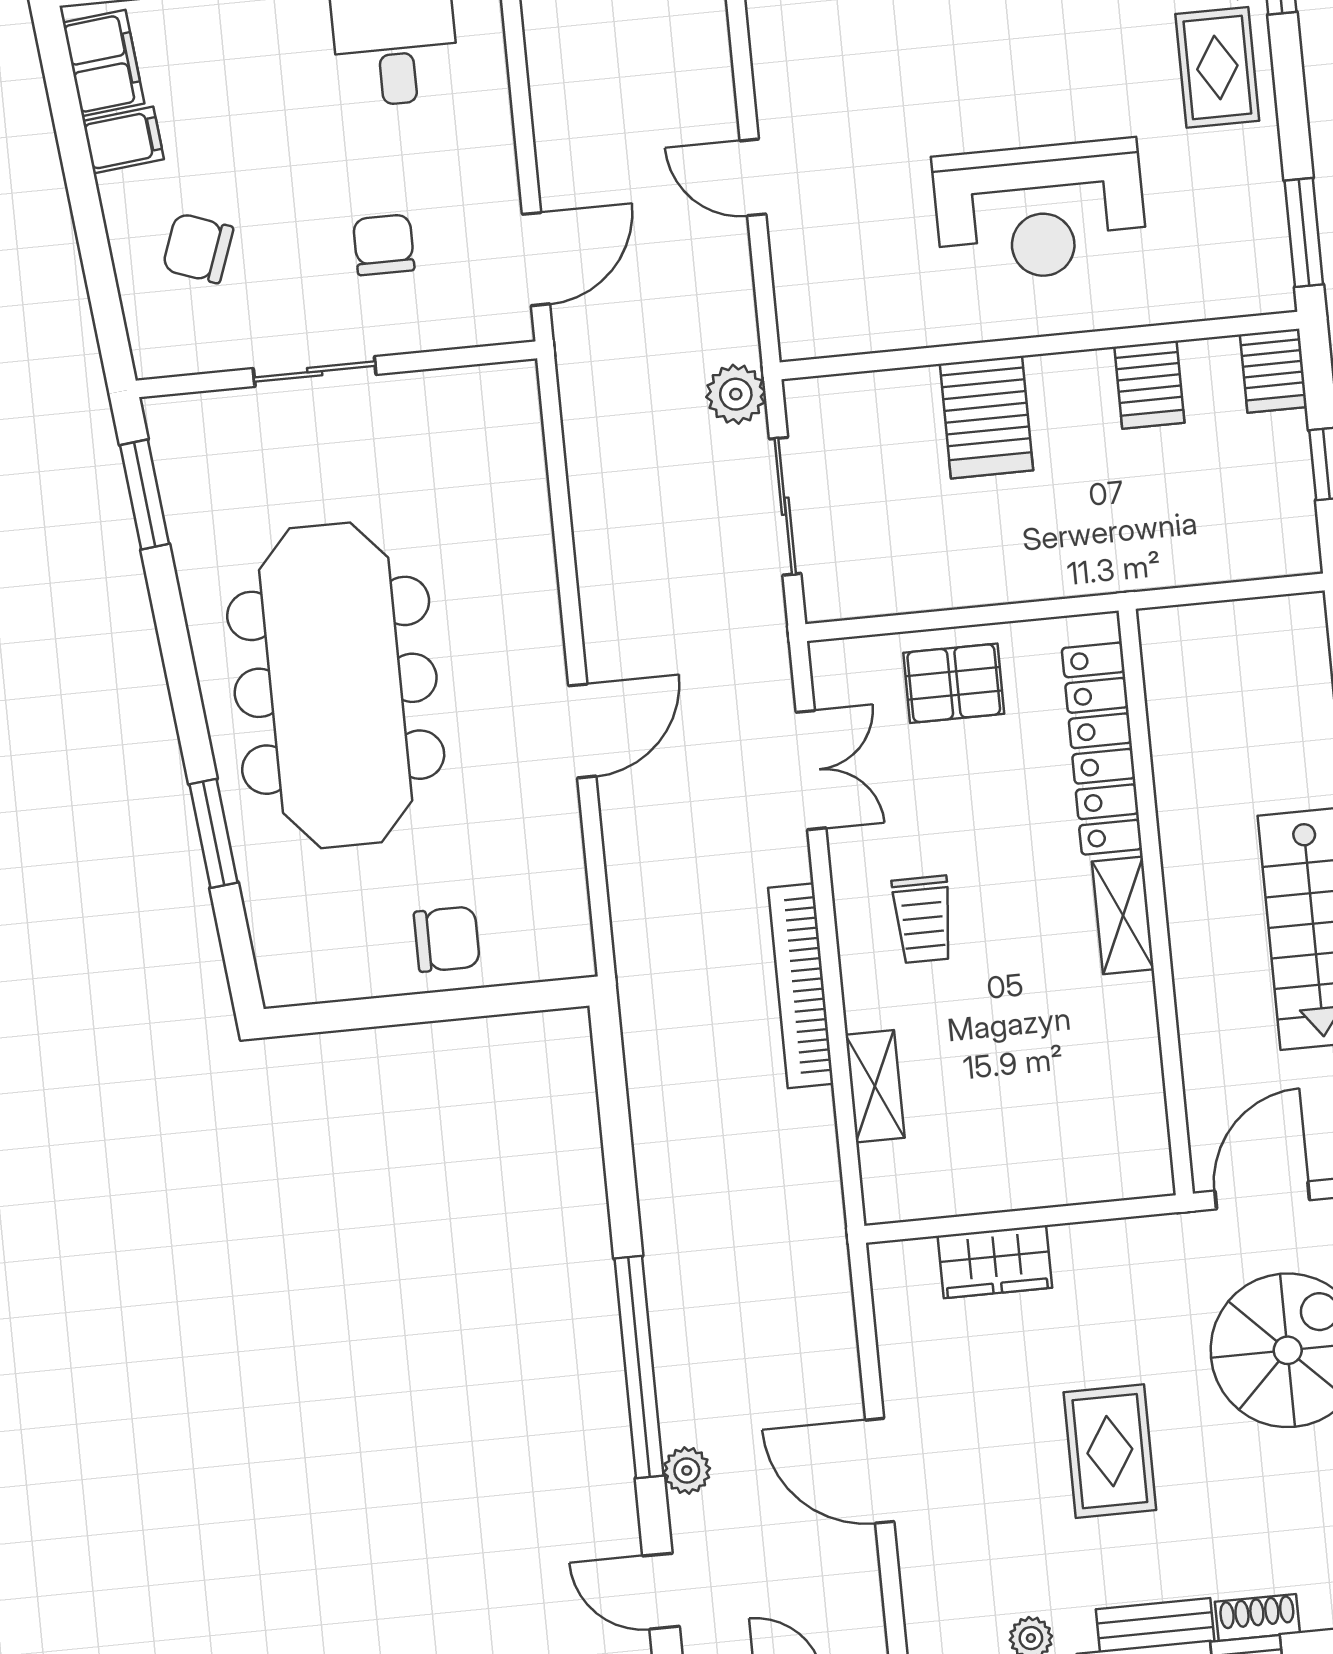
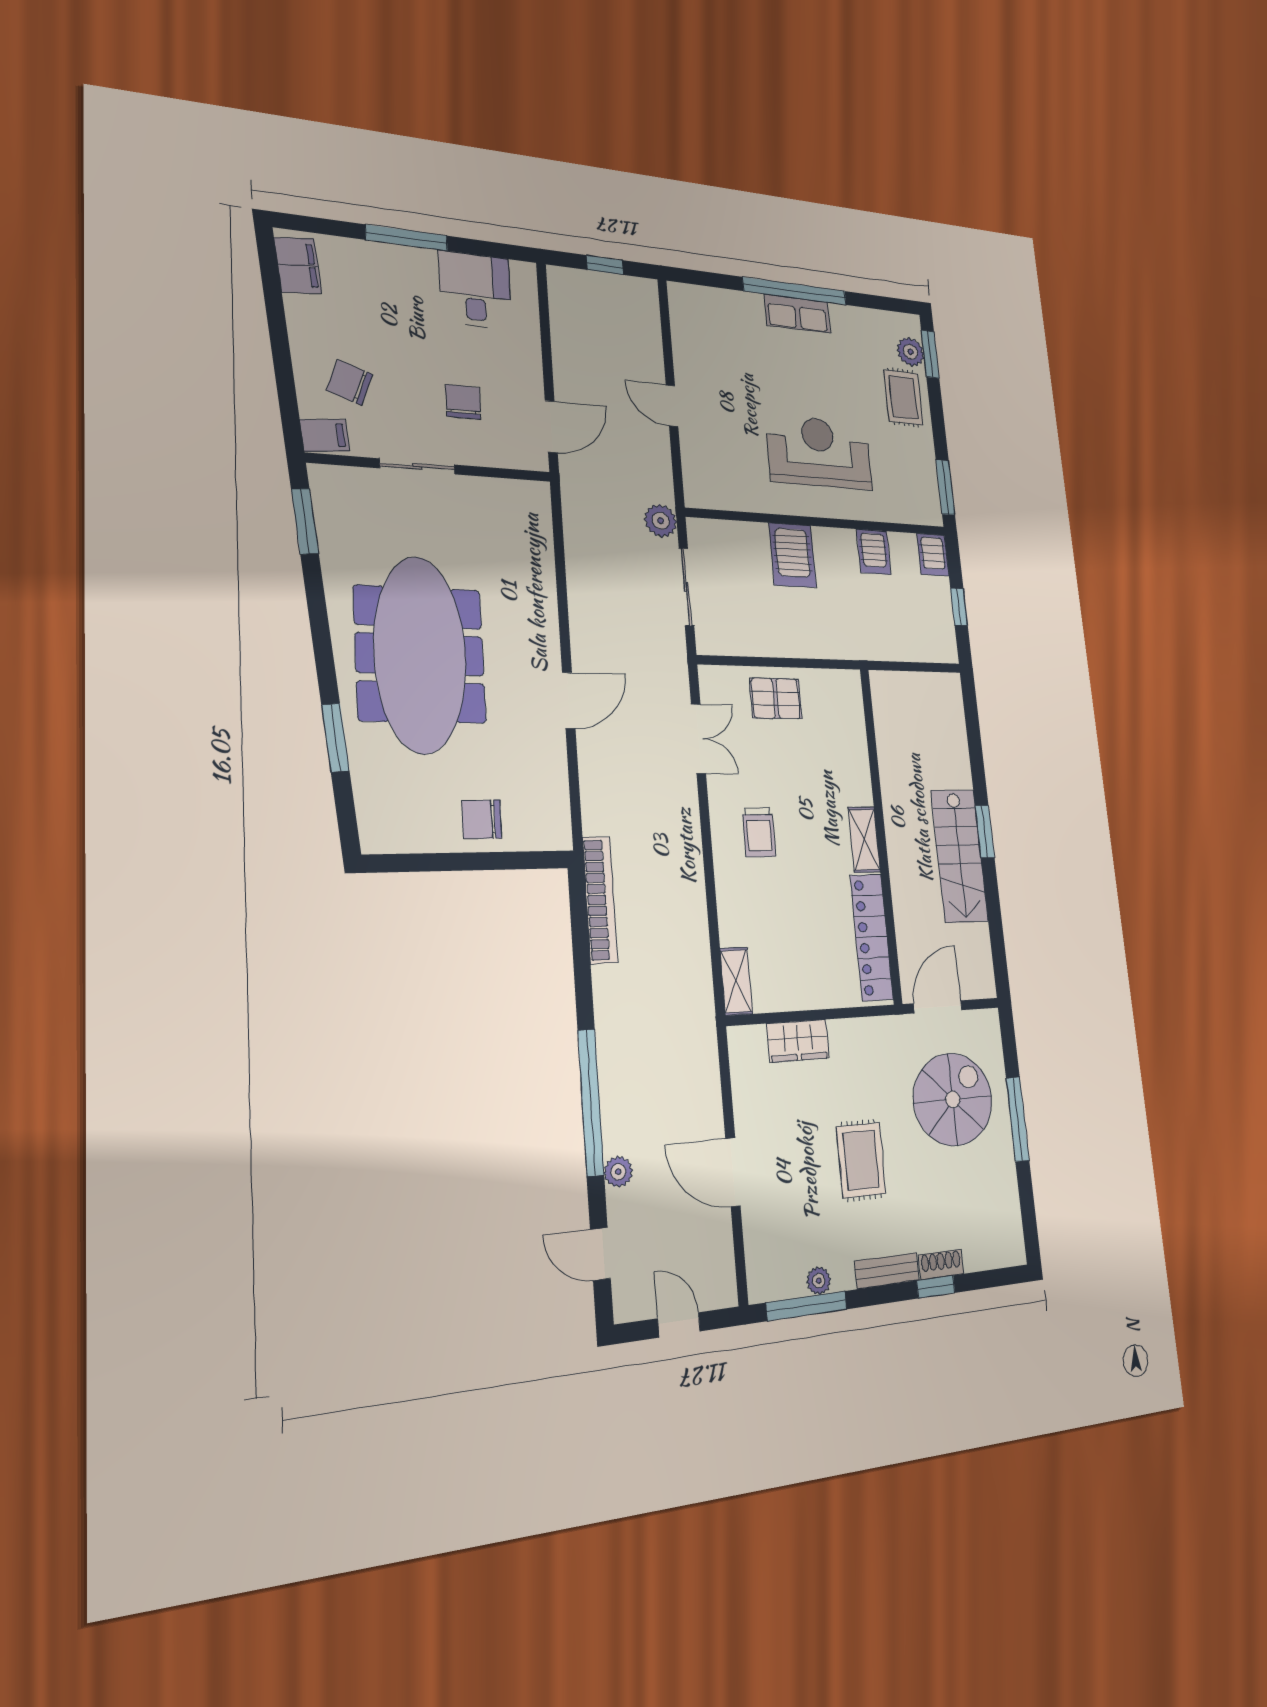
filing cabinet: (123, 140) -> (325, 435), moved
reception desk: (1040, 211) -> (819, 452), turned 180
locker: (1102, 749) -> (872, 937), moved
chair: (447, 939) -> (482, 819), turned 180
bookcase: (801, 986) -> (600, 900), moved, turned 180
shelving: (875, 1086) -> (736, 981), moved

